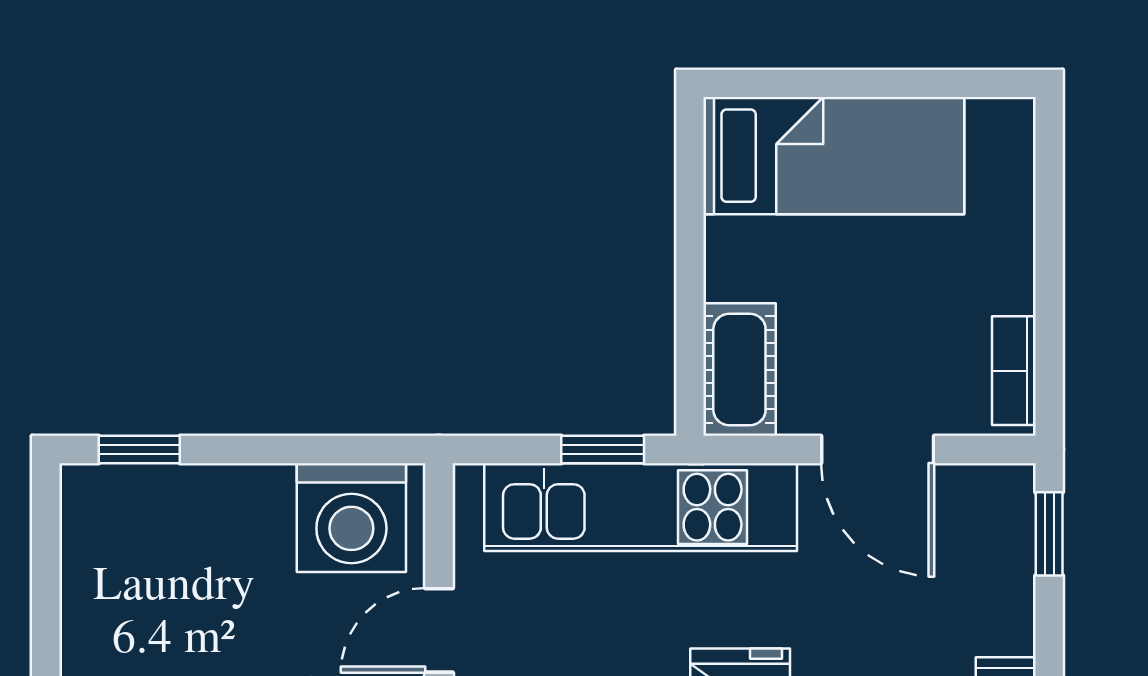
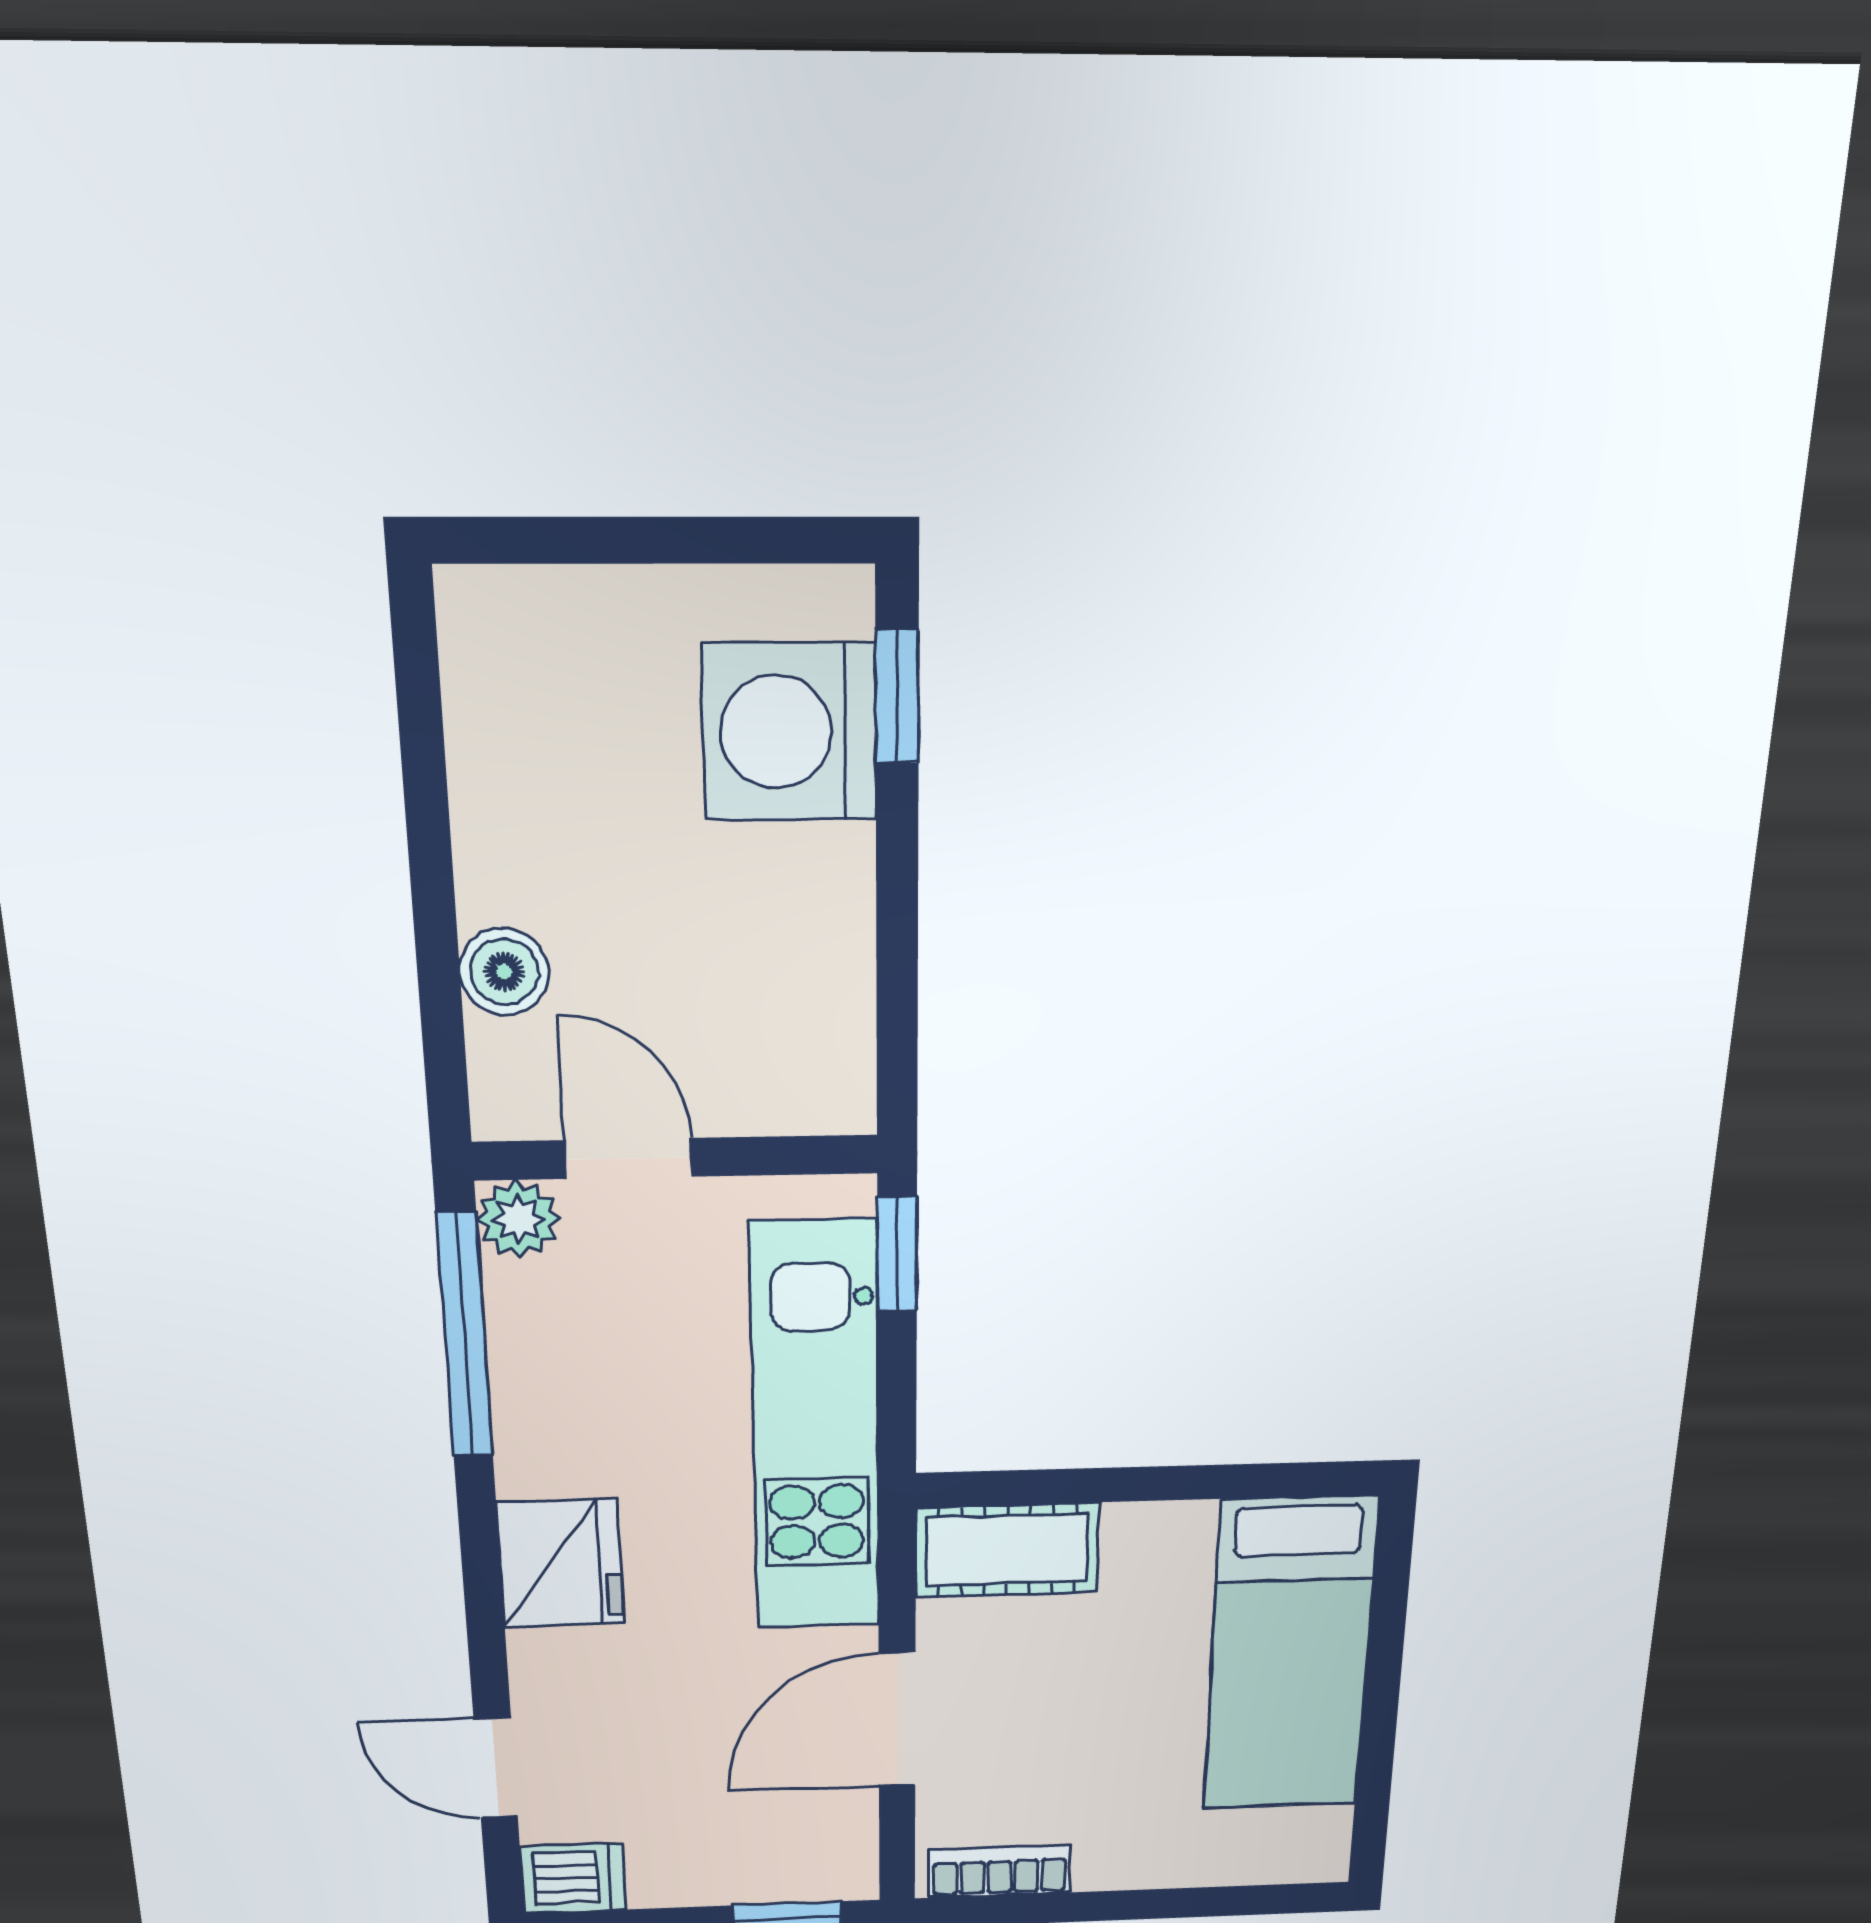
window: (603, 450) -> (897, 1254), moved
washing machine: (351, 518) -> (790, 732), moved

